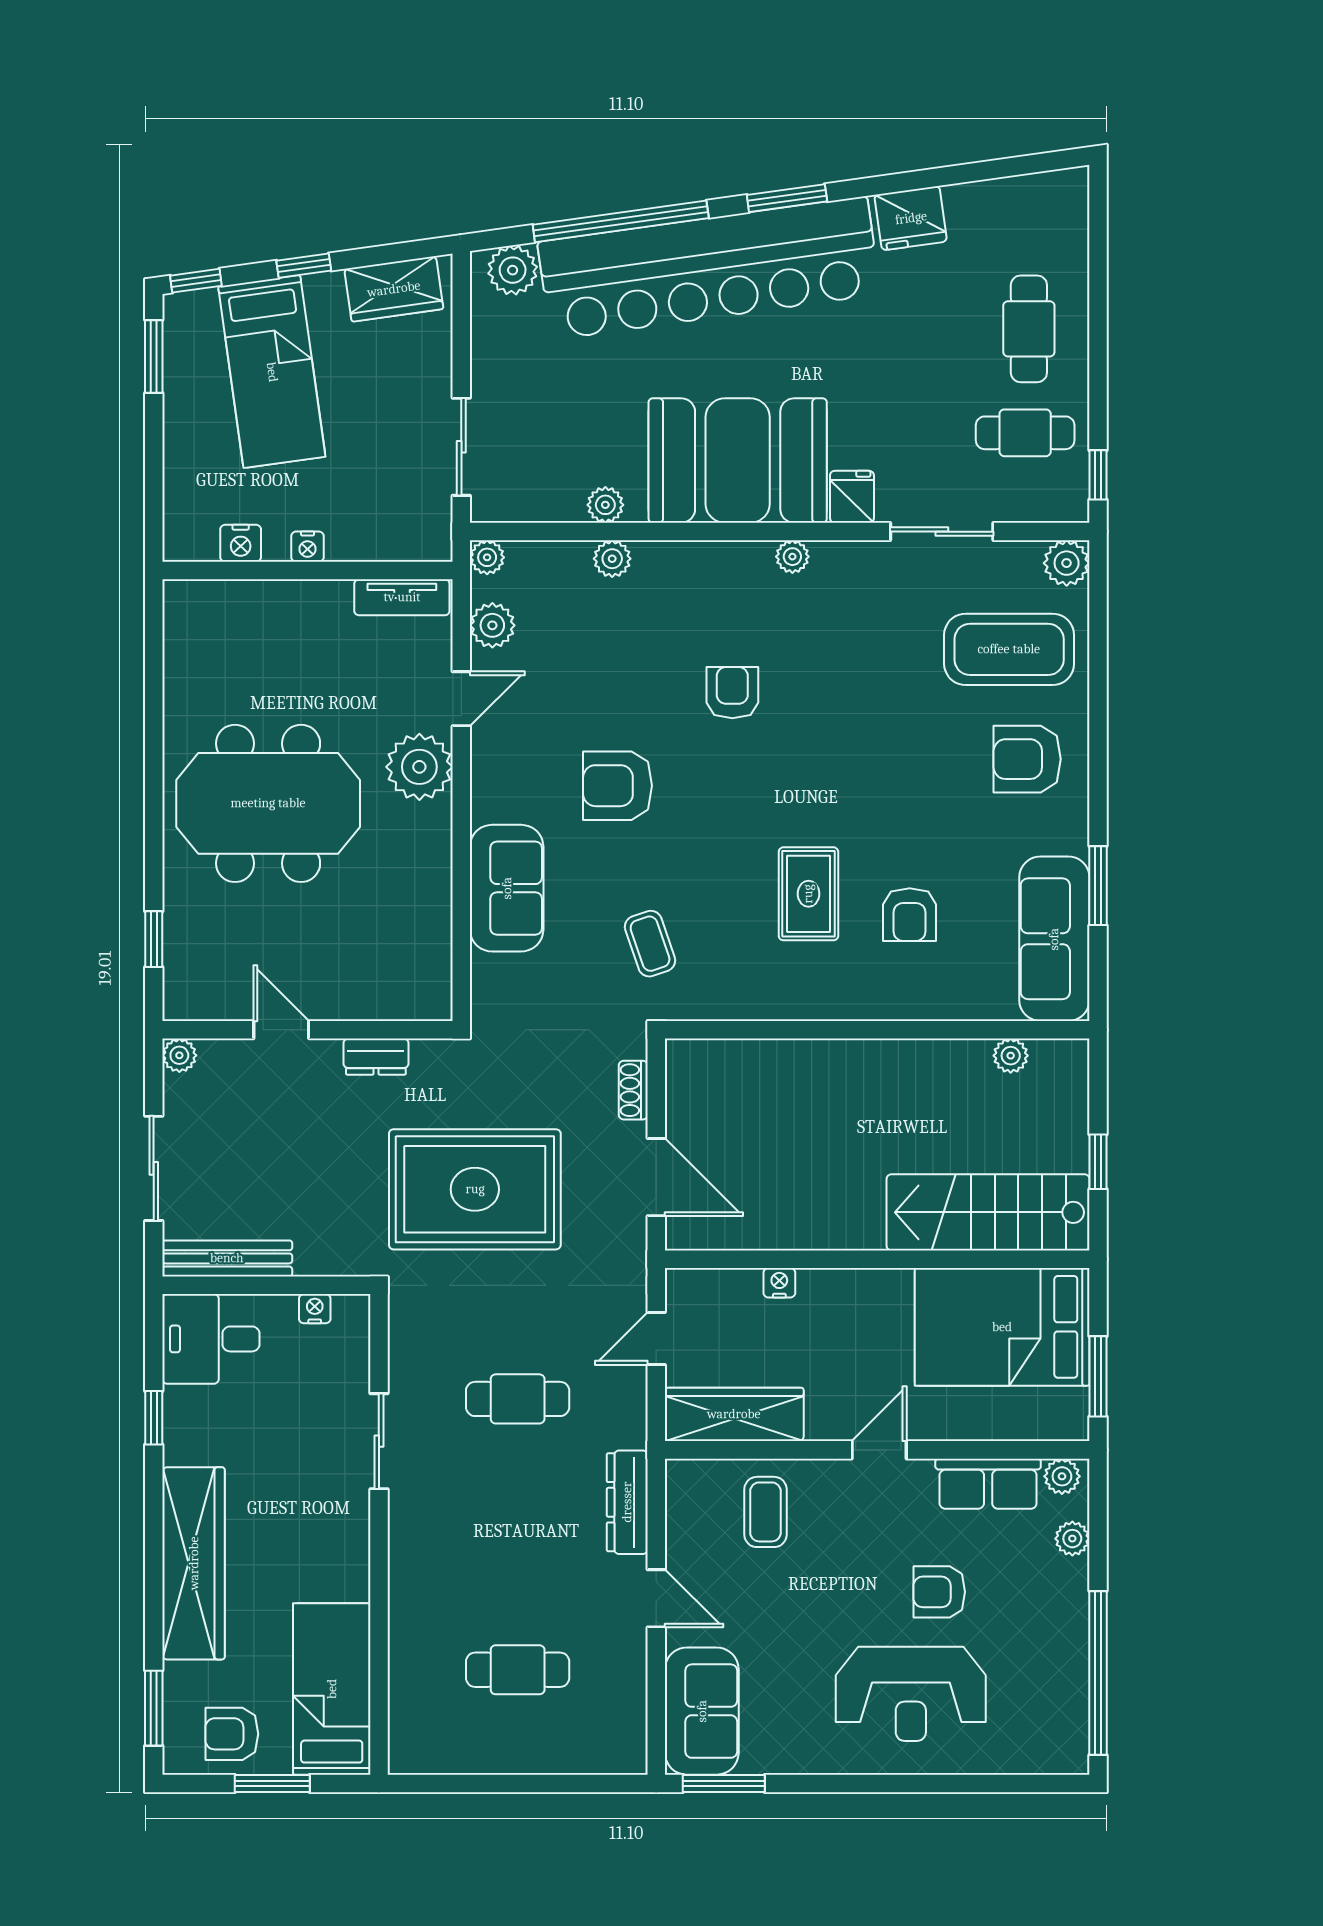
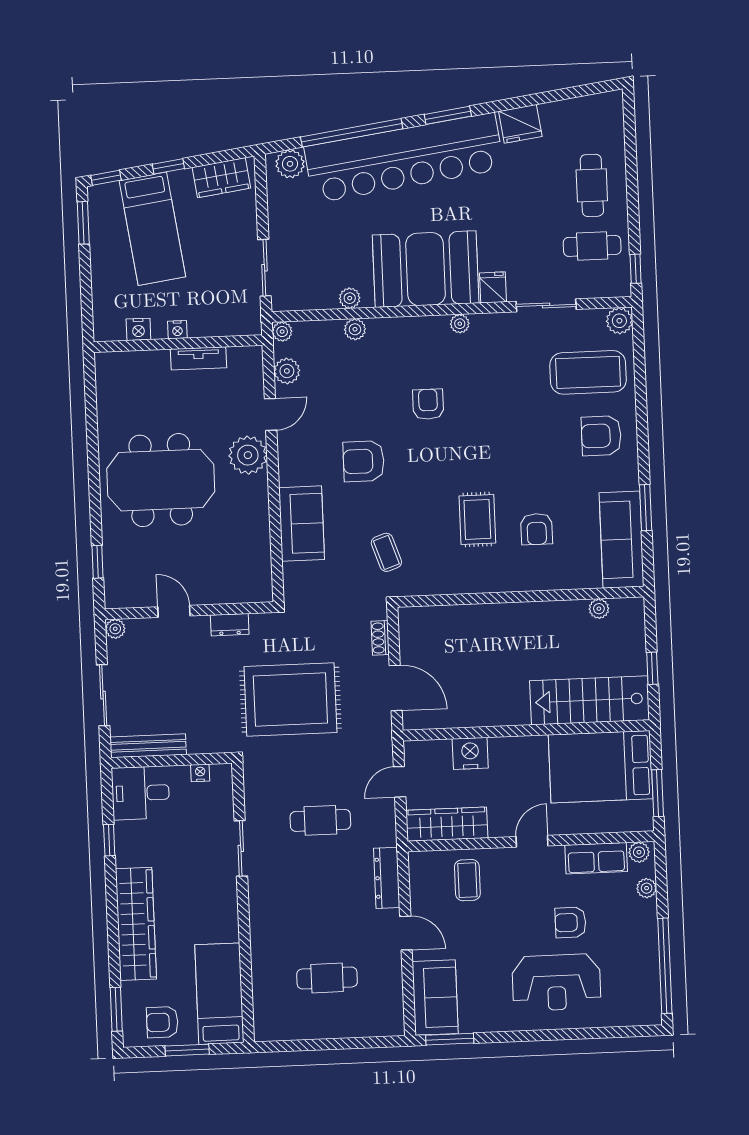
tv unit: (402, 597) -> (199, 358), moved
nightstand: (779, 1283) -> (470, 753), width x1.89, depth x1.79

